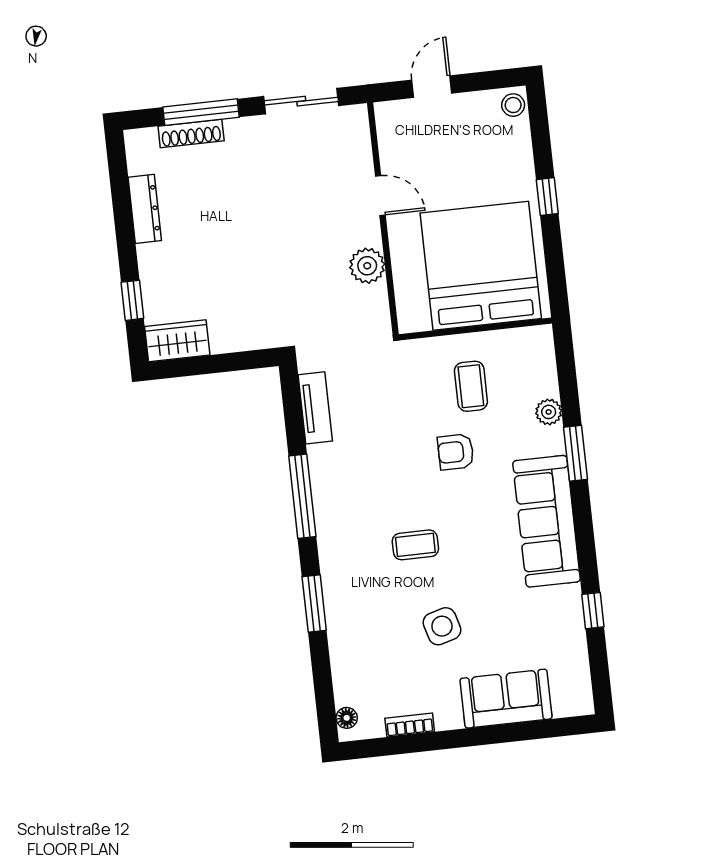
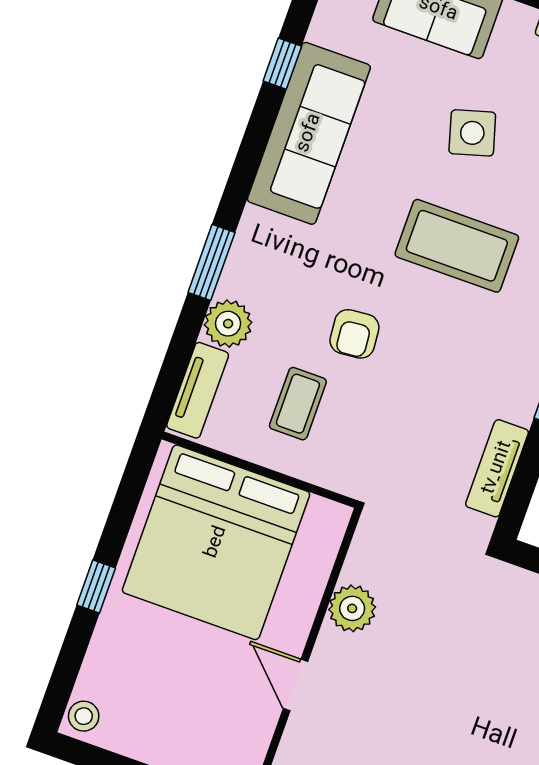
tv unit: (543, 362) -> (198, 390), added
plant: (549, 412) -> (228, 324), width x1.38, depth x1.38
armchair: (456, 452) -> (354, 334), turned 85
sofa: (547, 521) -> (309, 133), moved
coffee table: (415, 545) -> (457, 246), width x1.86, depth x1.72

